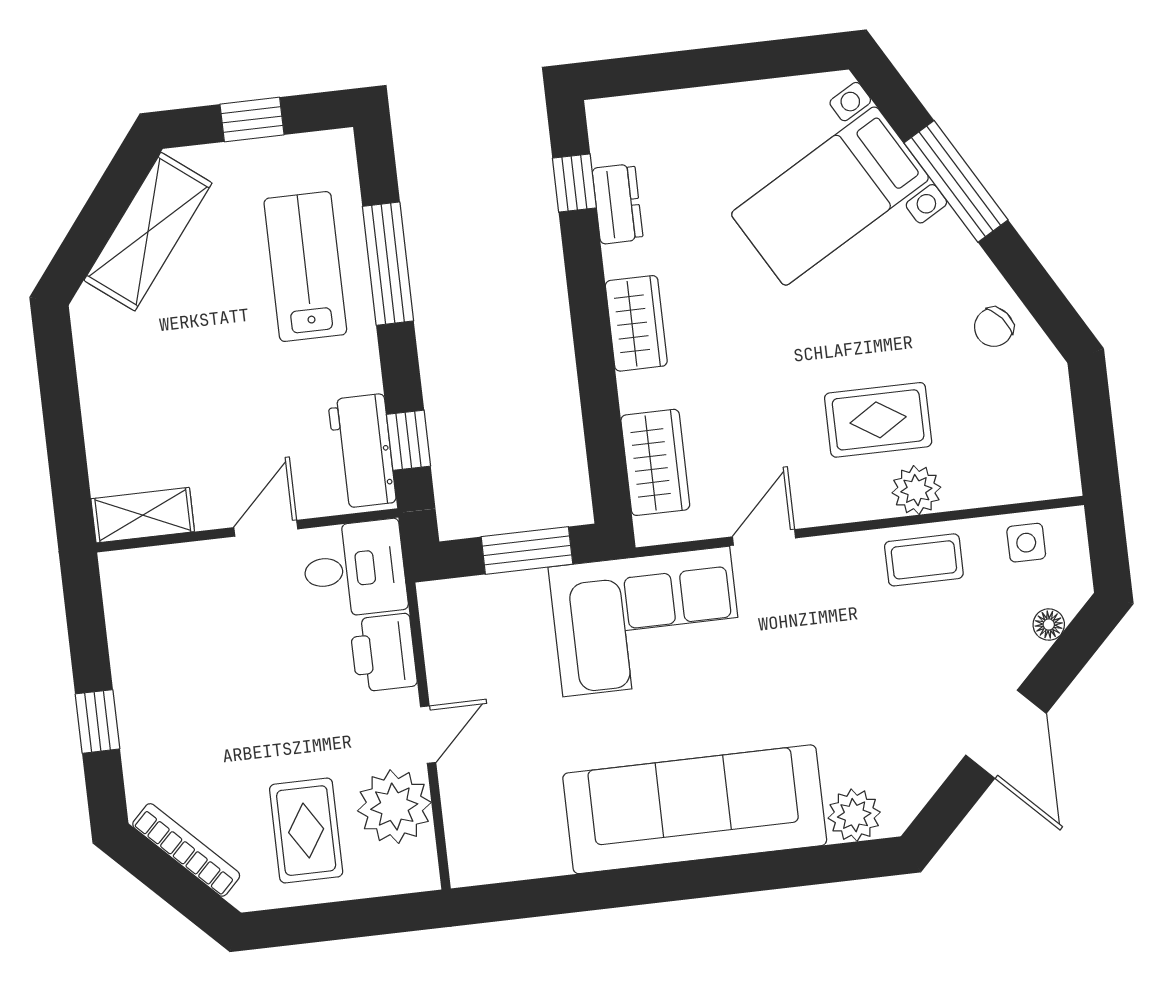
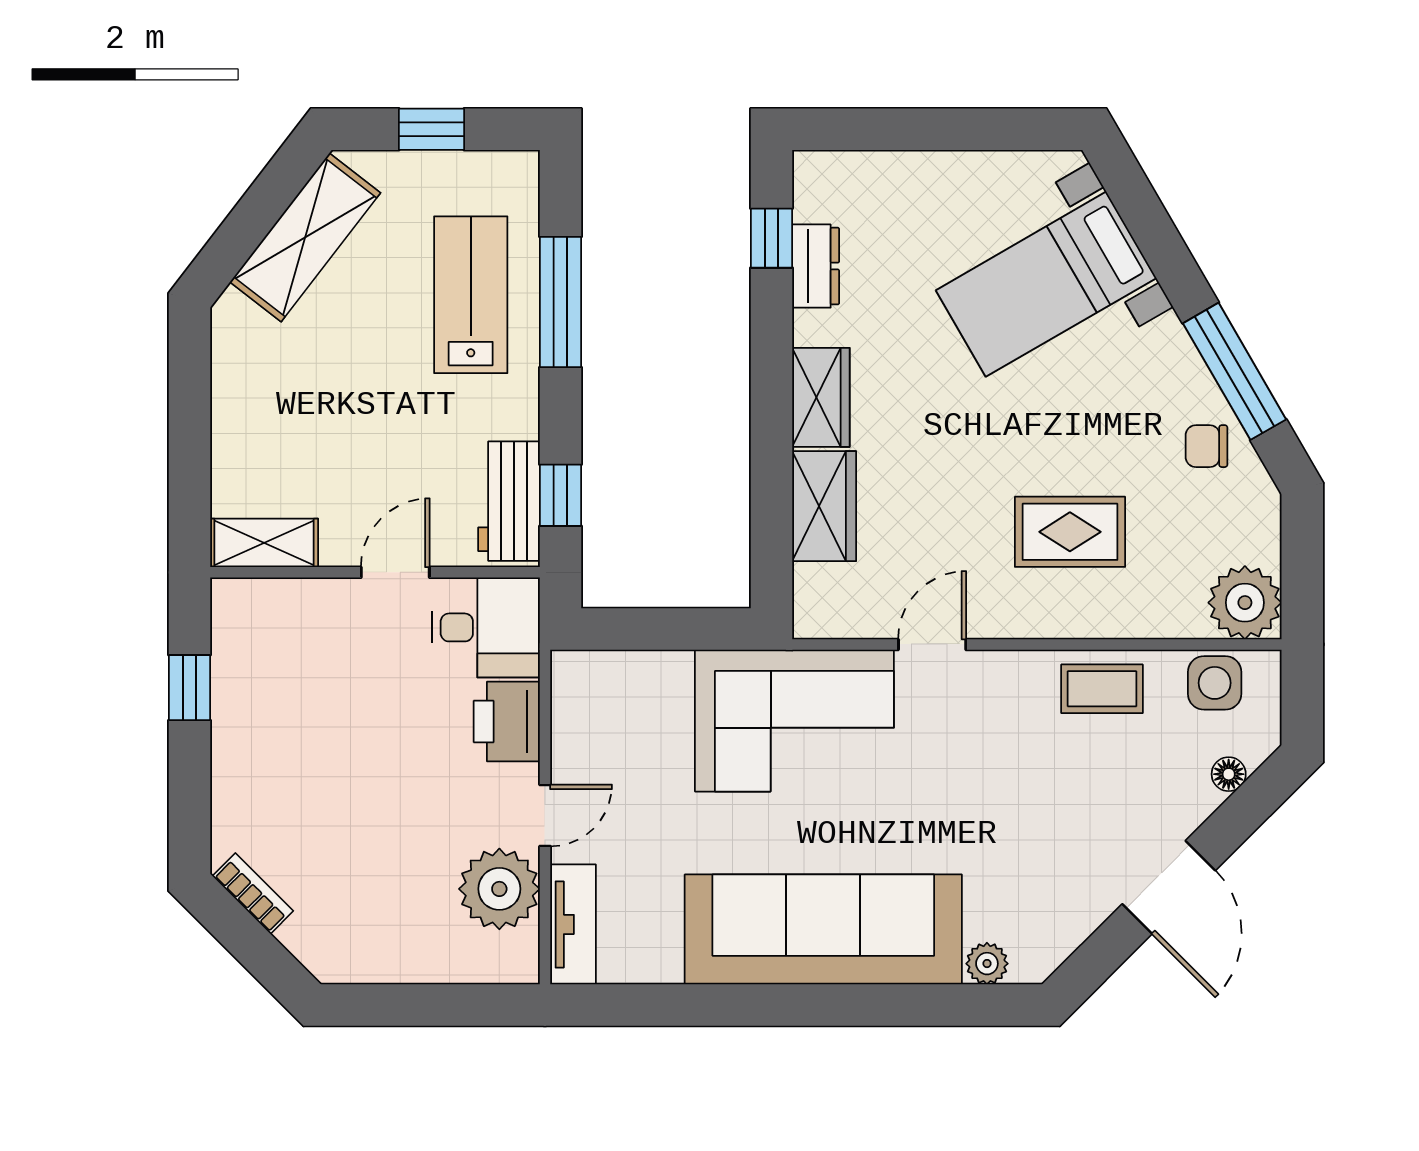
window: (956, 181) -> (1234, 371), moved
chair: (994, 327) -> (1206, 446), turned 39
wardrobe: (655, 462) -> (824, 506), moved
plant: (916, 490) -> (1245, 603), moved, width x1.36, depth x1.36
side table: (1026, 543) -> (1215, 683), width x1.37, depth x1.37
window: (527, 550) -> (675, 629), removed
window: (97, 721) -> (189, 688), moved
plant: (854, 815) -> (987, 964), width x0.73, depth x0.73
rug: (306, 831) -> (401, 904), removed
tv unit: (465, 831) -> (573, 924), added
bookcase: (186, 850) -> (253, 893), width x0.64

